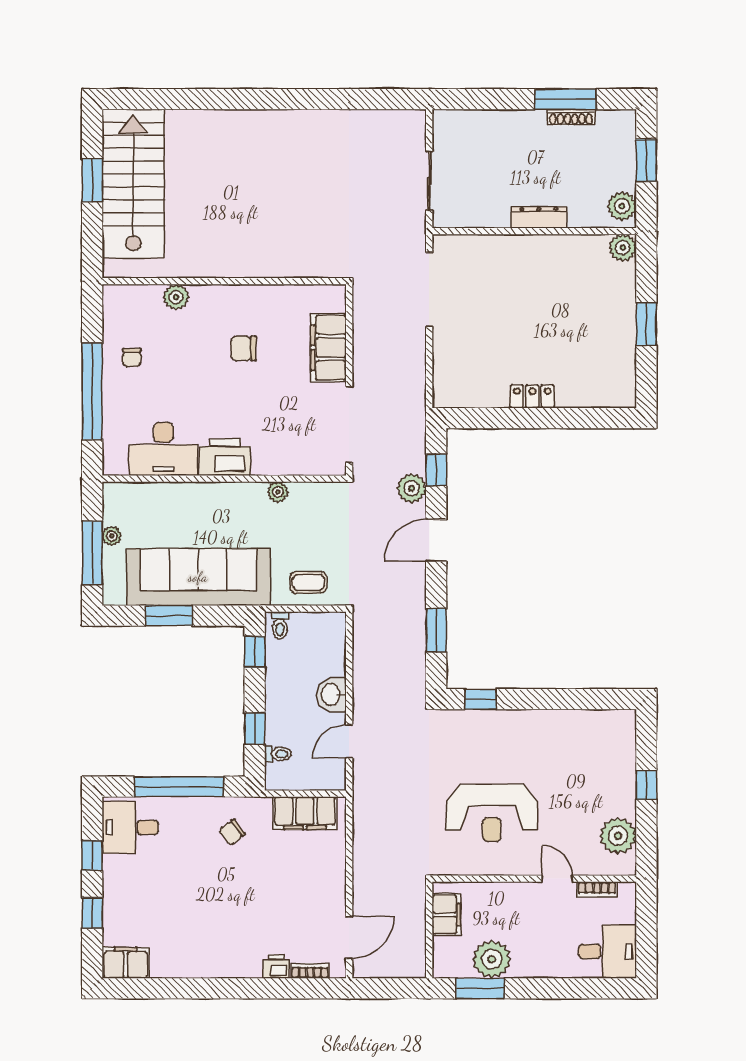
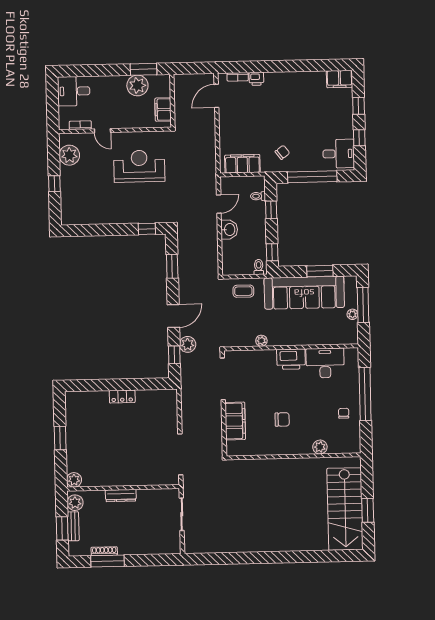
bench: (626, 164) -> (73, 526), added

